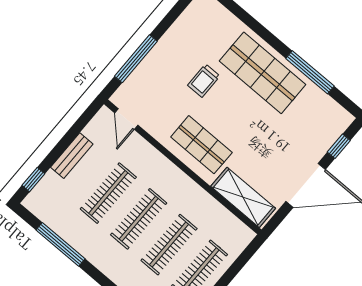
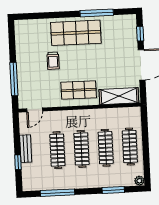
door: (126, 119) -> (35, 110), hinge flipped
window: (33, 180) -> (18, 162), moved

